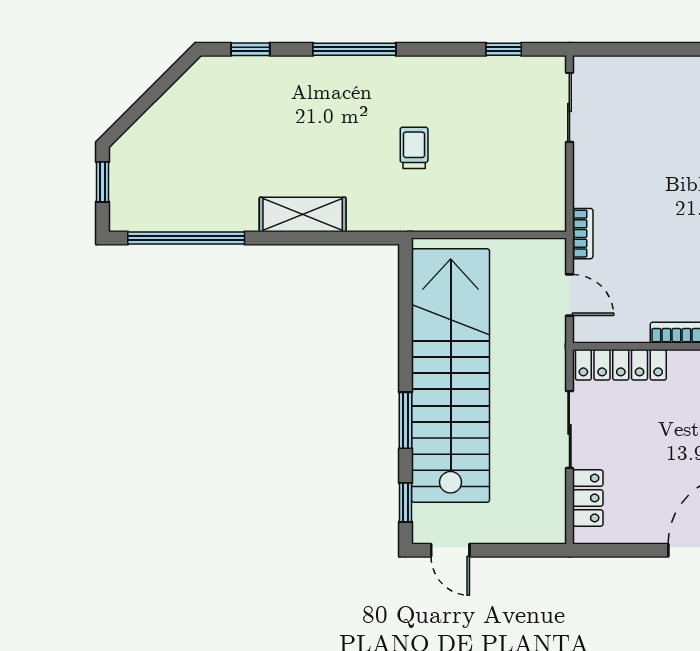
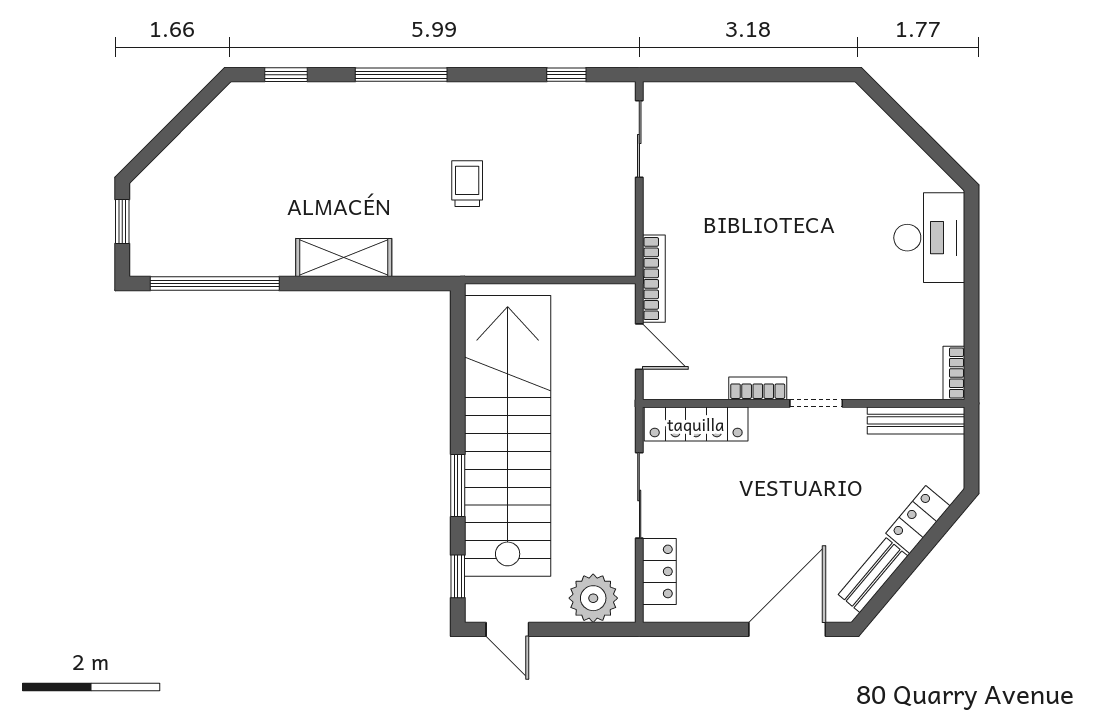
bookcase: (583, 234) -> (654, 279), width x1.56
plant: (528, 522) -> (593, 598), added

